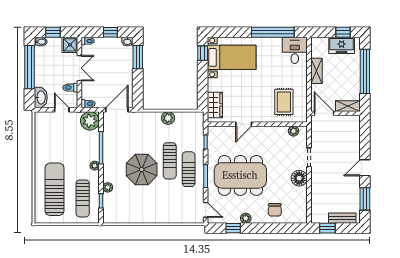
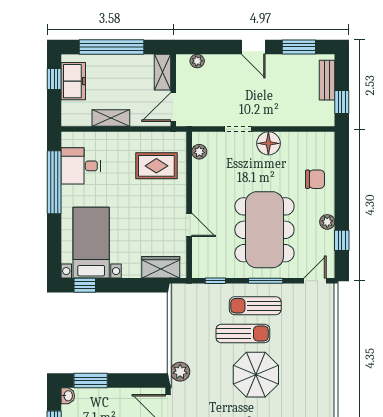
desk: (295, 50) -> (81, 166), moved
plant: (168, 118) -> (180, 372), moved
plant: (355, 130) -> (197, 61), added

